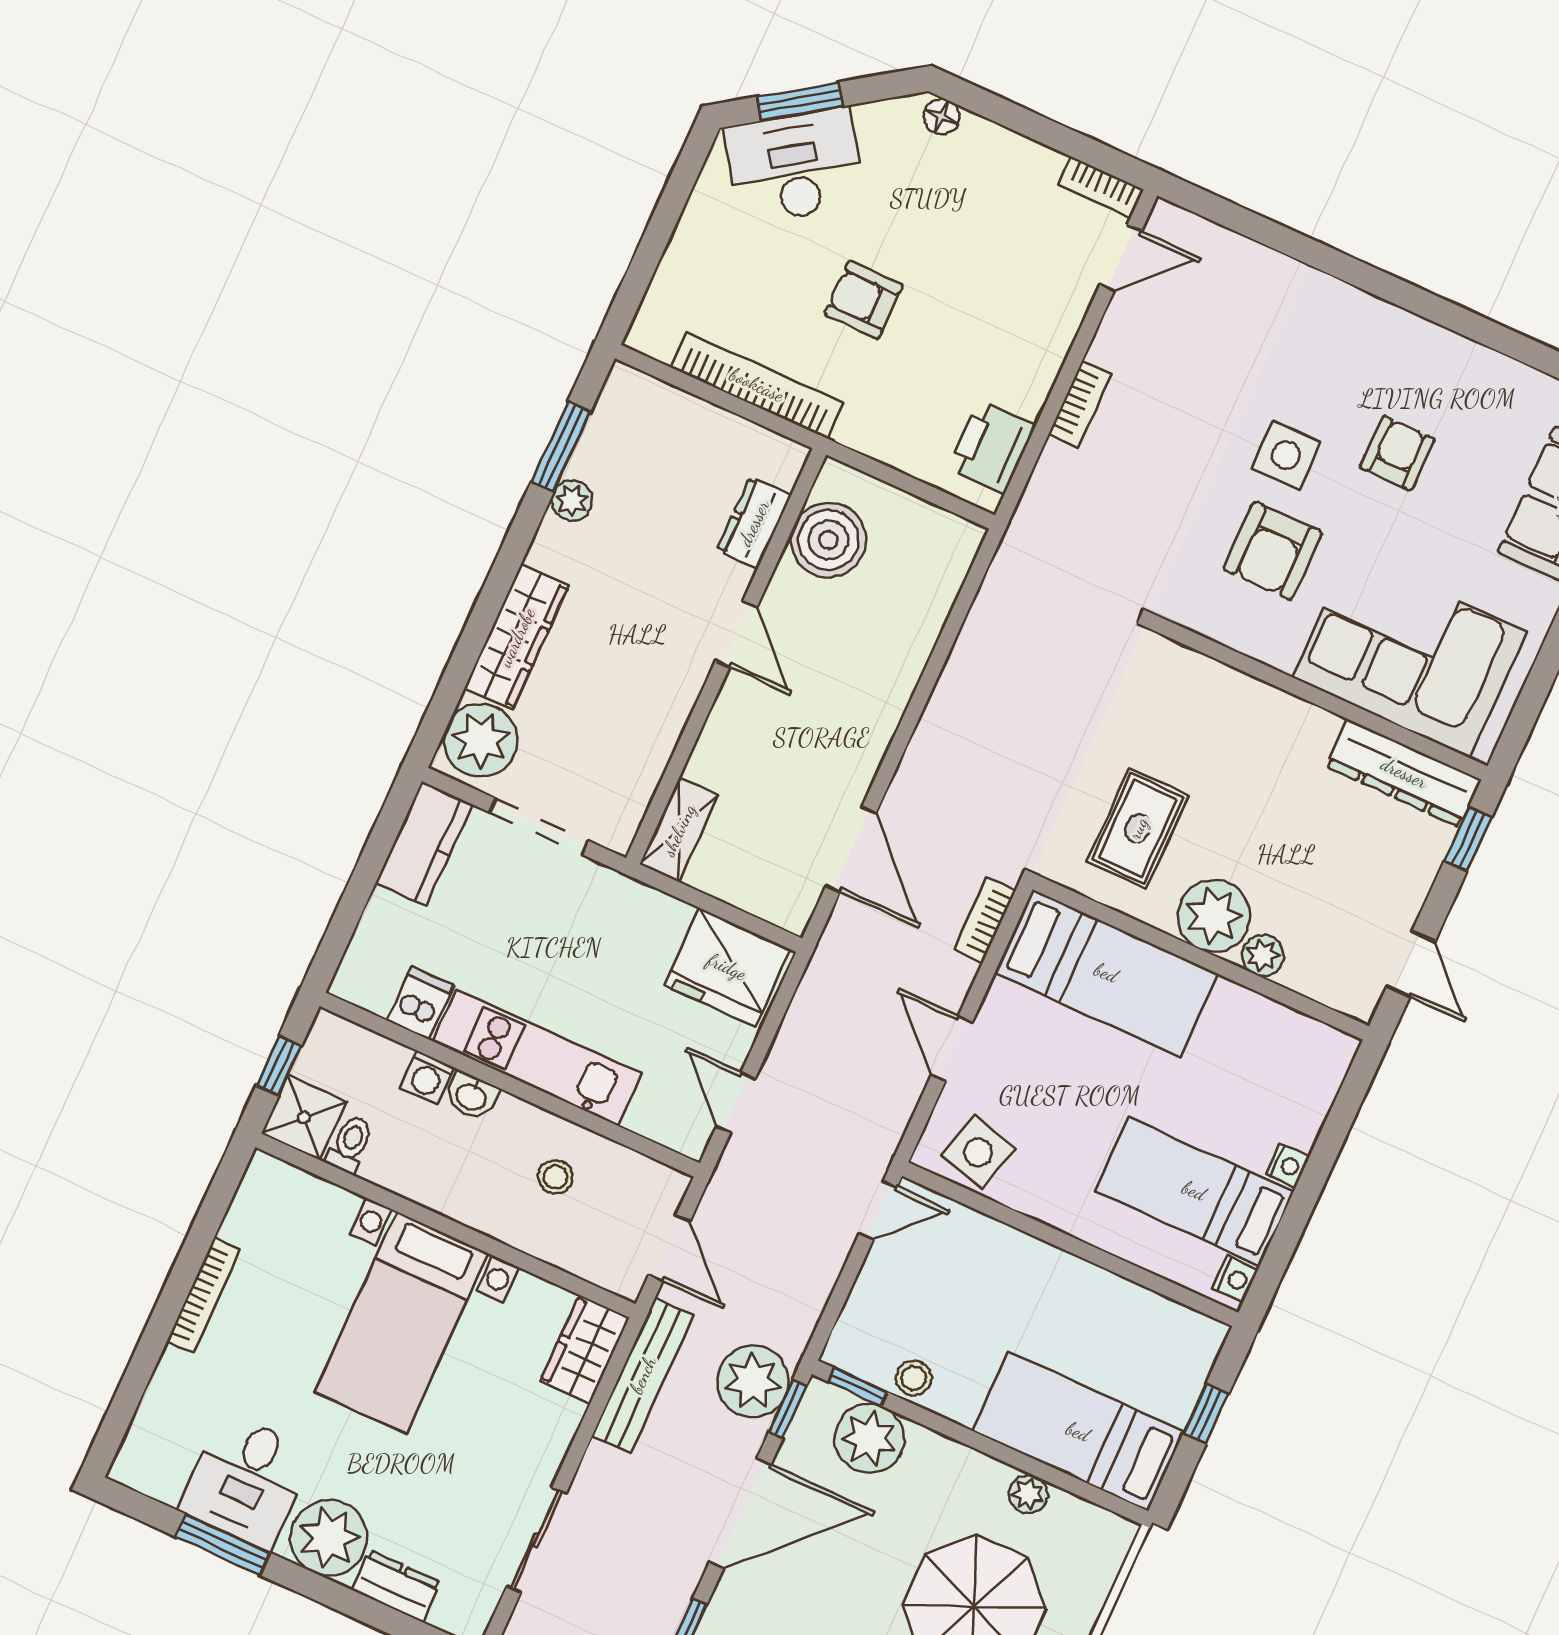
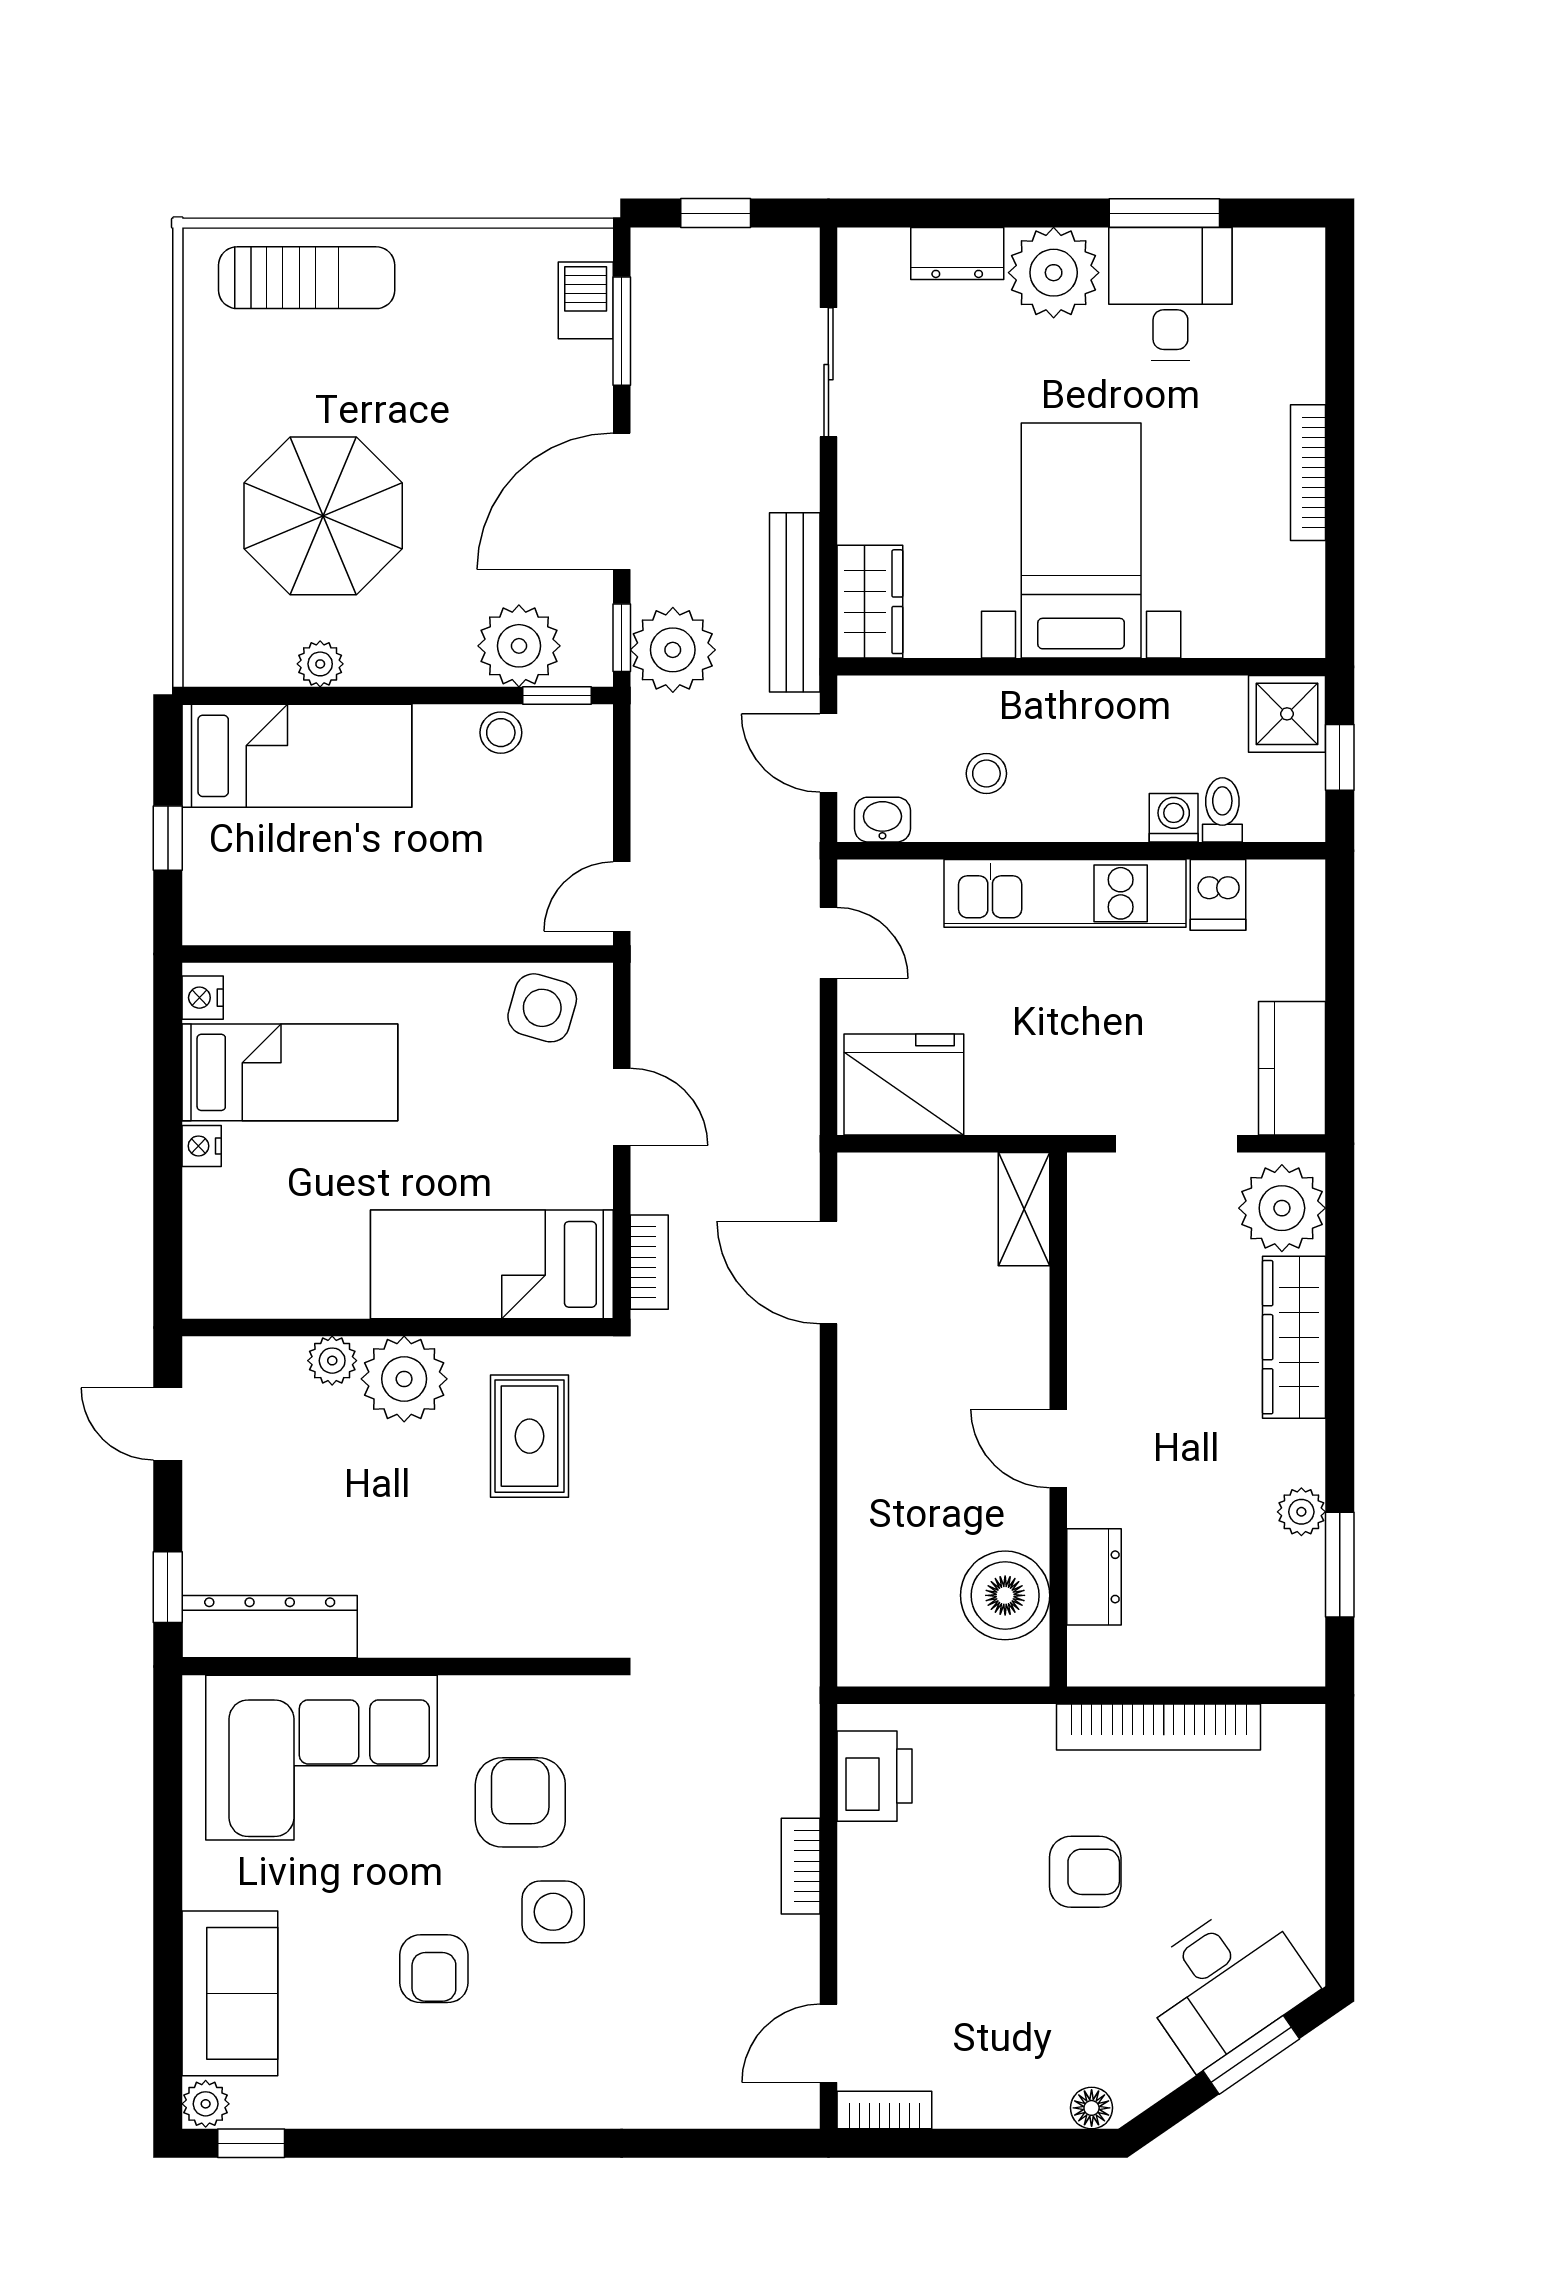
washbasin: (471, 1096) -> (882, 820), moved
toilet: (350, 1144) -> (1222, 810), moved, turned 180

